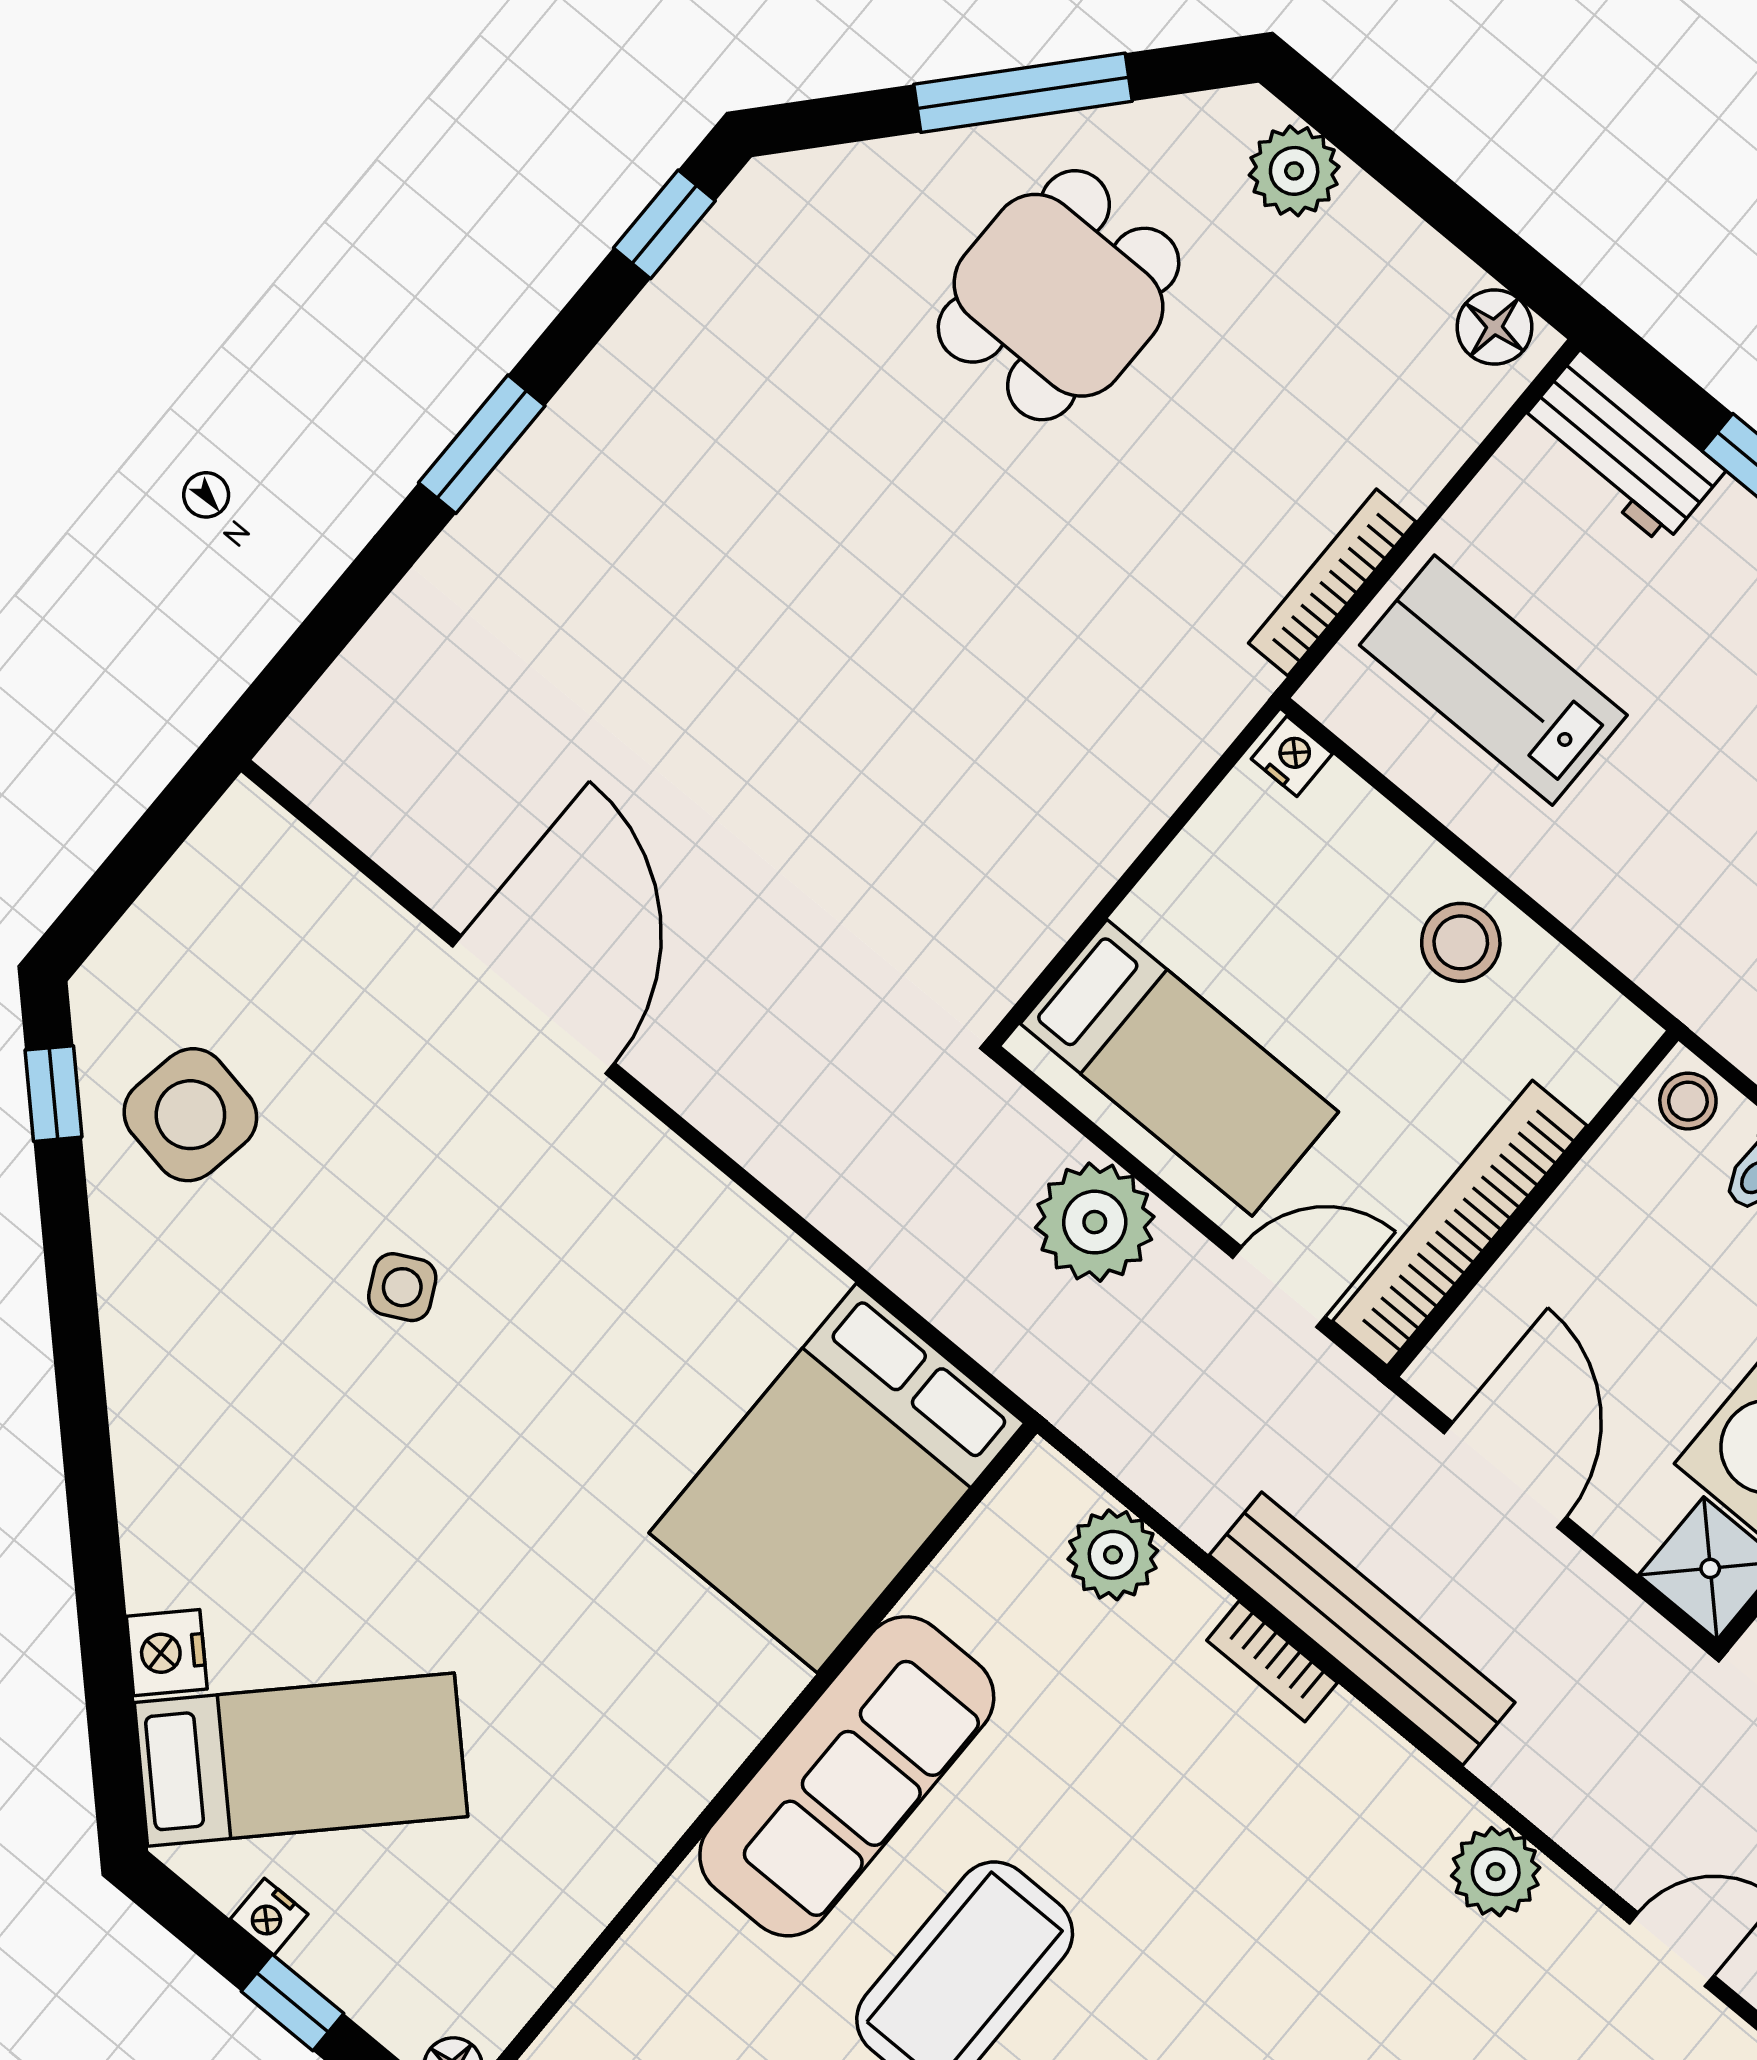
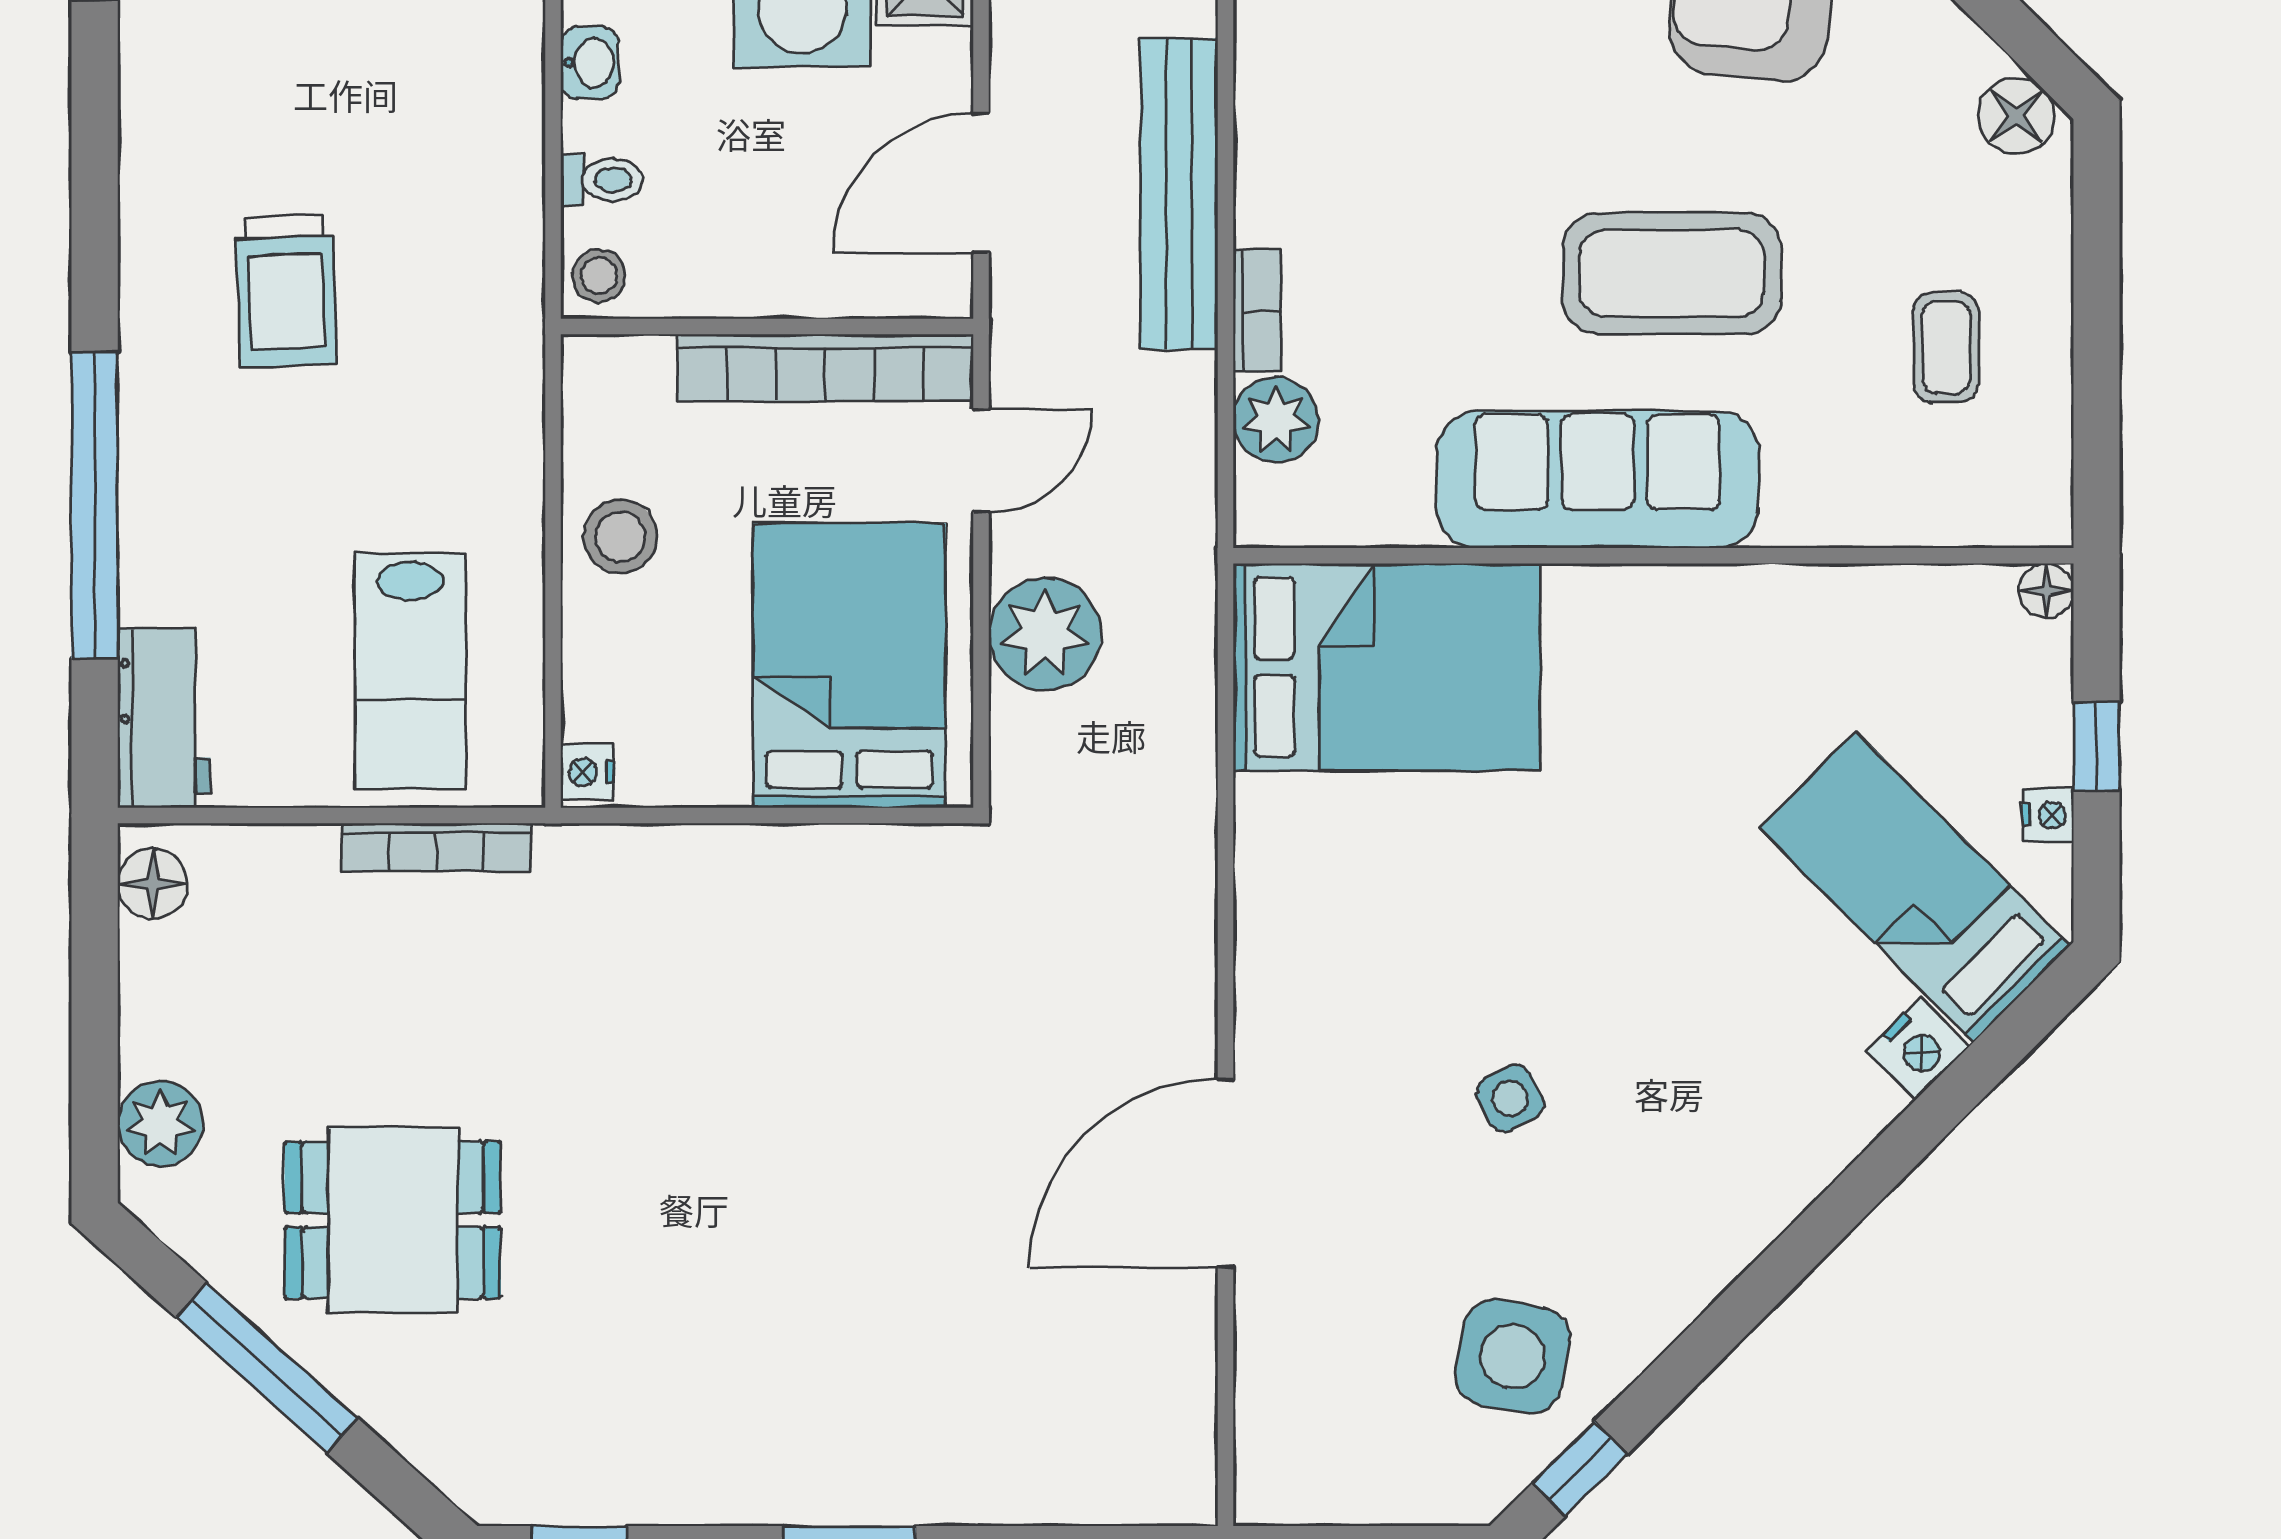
bed: (1179, 1068) -> (850, 666), width x1.50
door: (1279, 1287) -> (981, 461), swing flipped
bookcase: (1272, 1661) -> (1257, 311), moved

